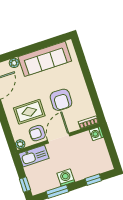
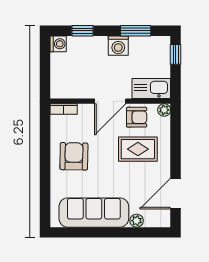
armchair: (61, 100) -> (74, 156), moved
washing machine: (96, 134) -> (58, 44), moved

